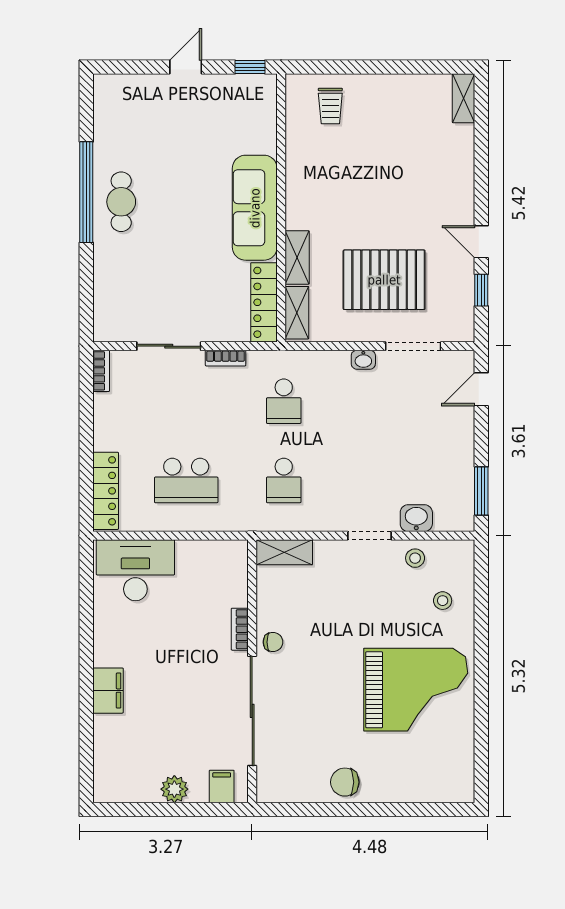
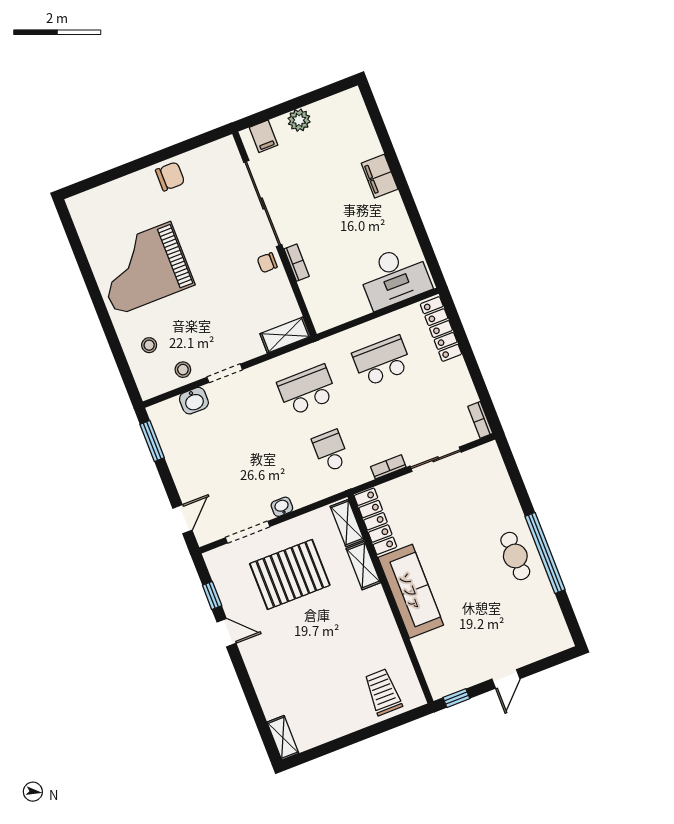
trolley: (330, 106) -> (383, 692), width x1.36, depth x1.39
school desk: (284, 480) -> (307, 390), width x1.85

